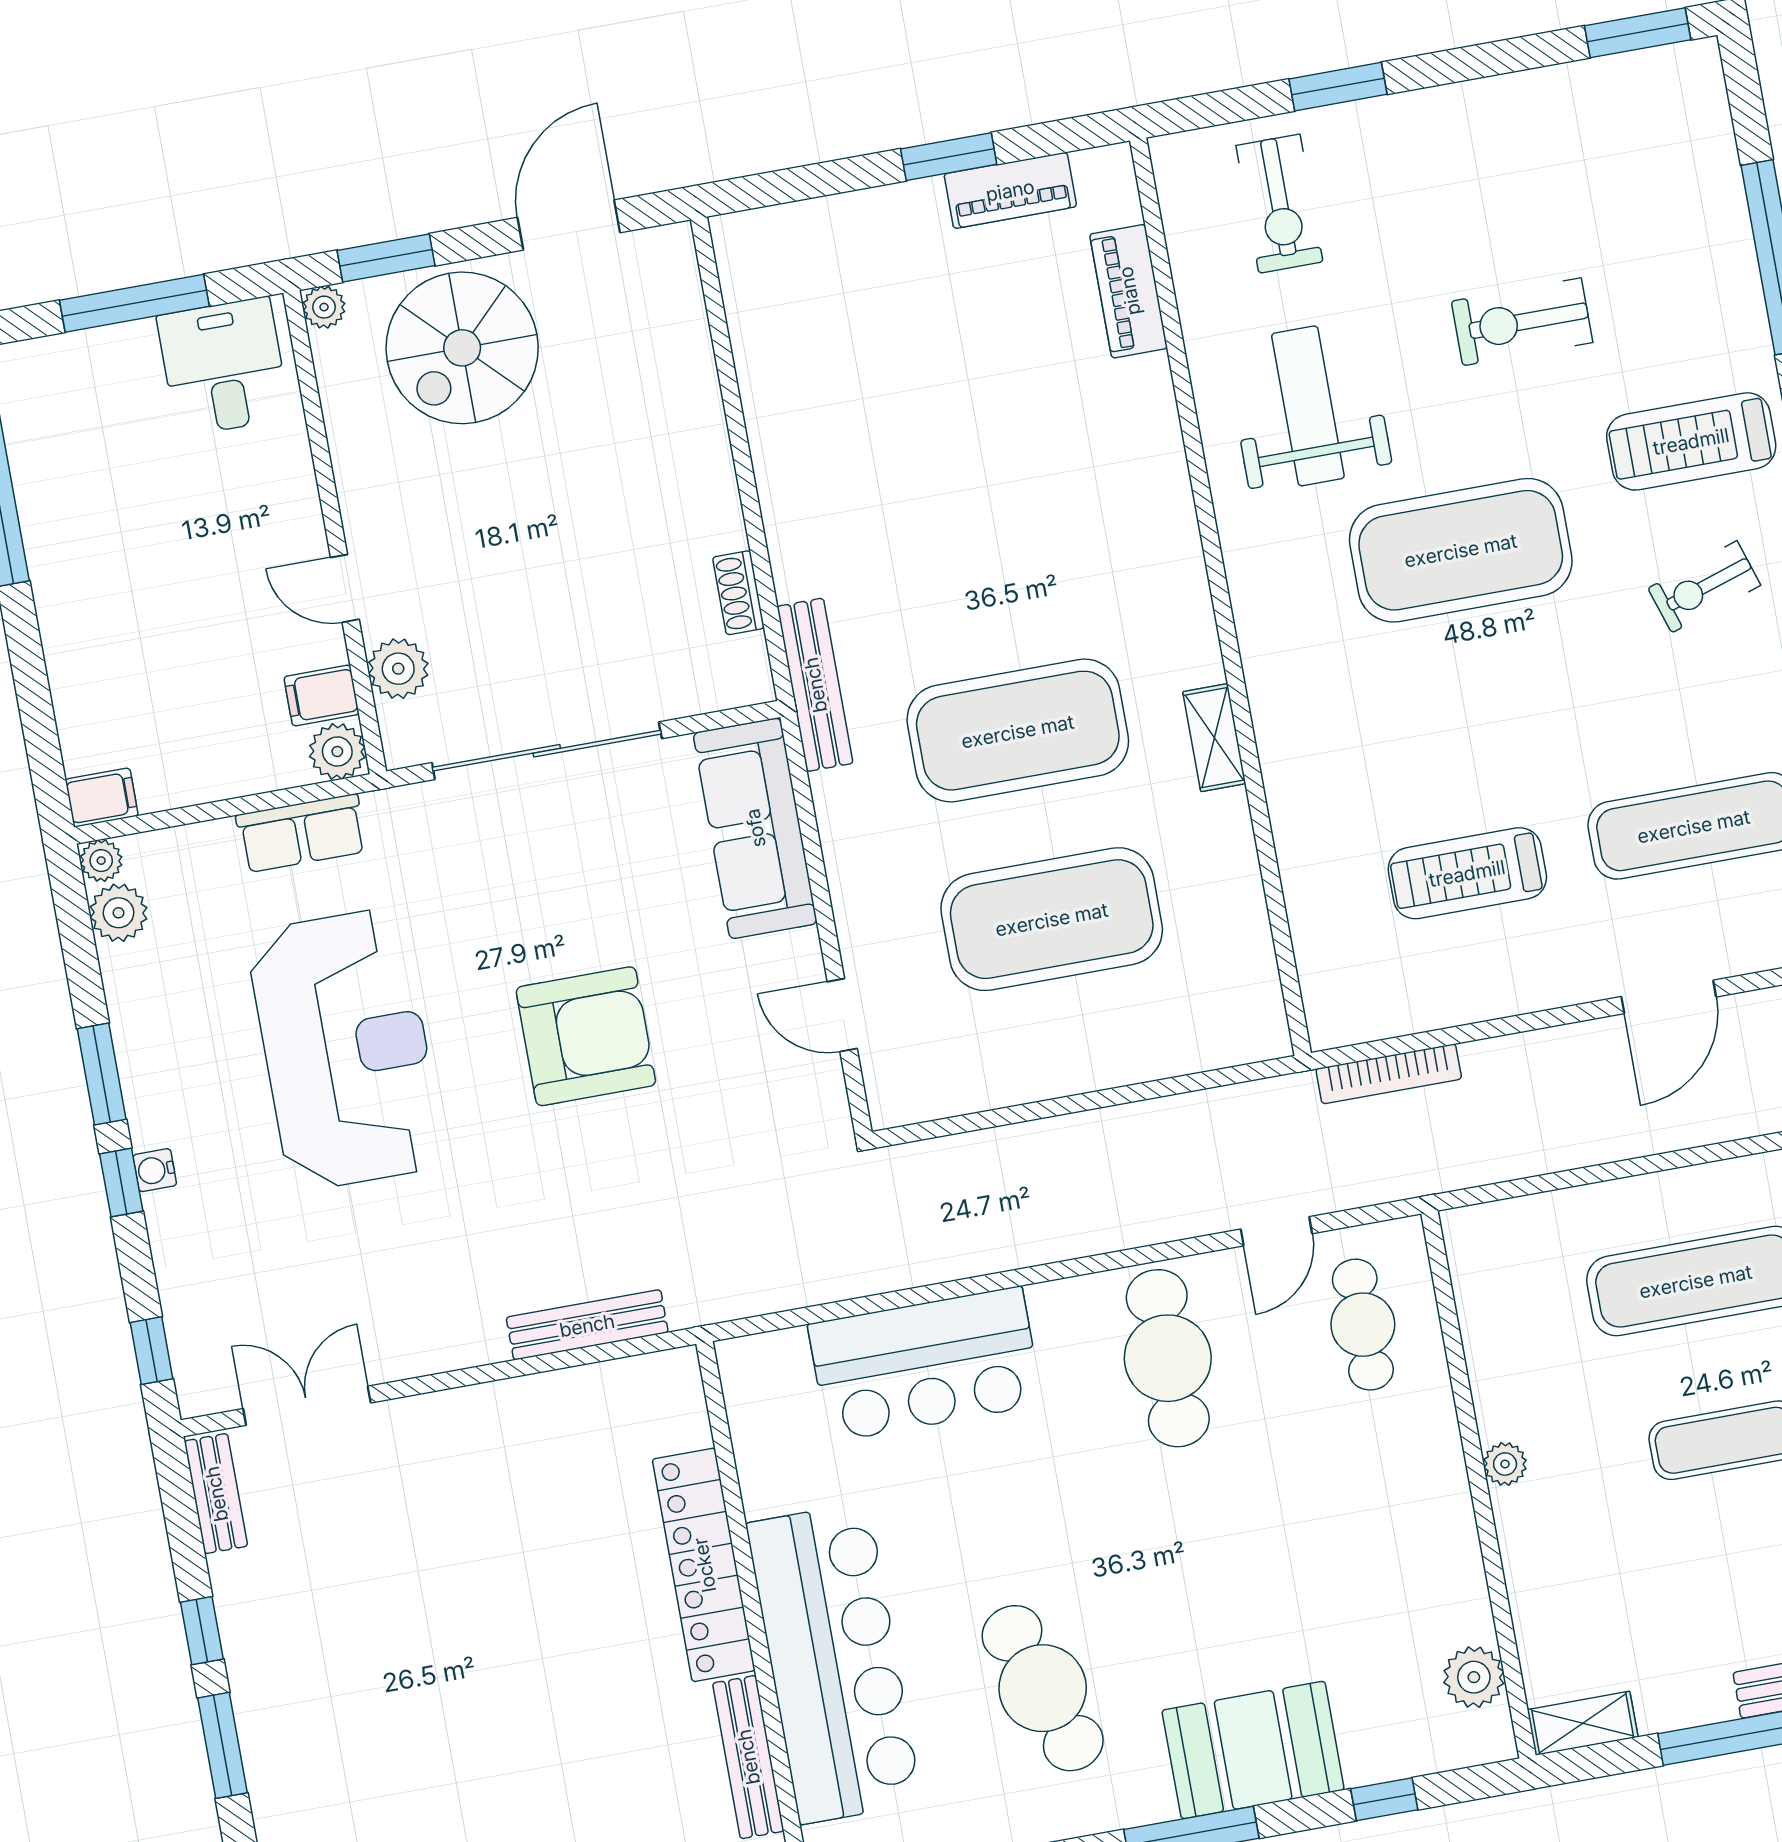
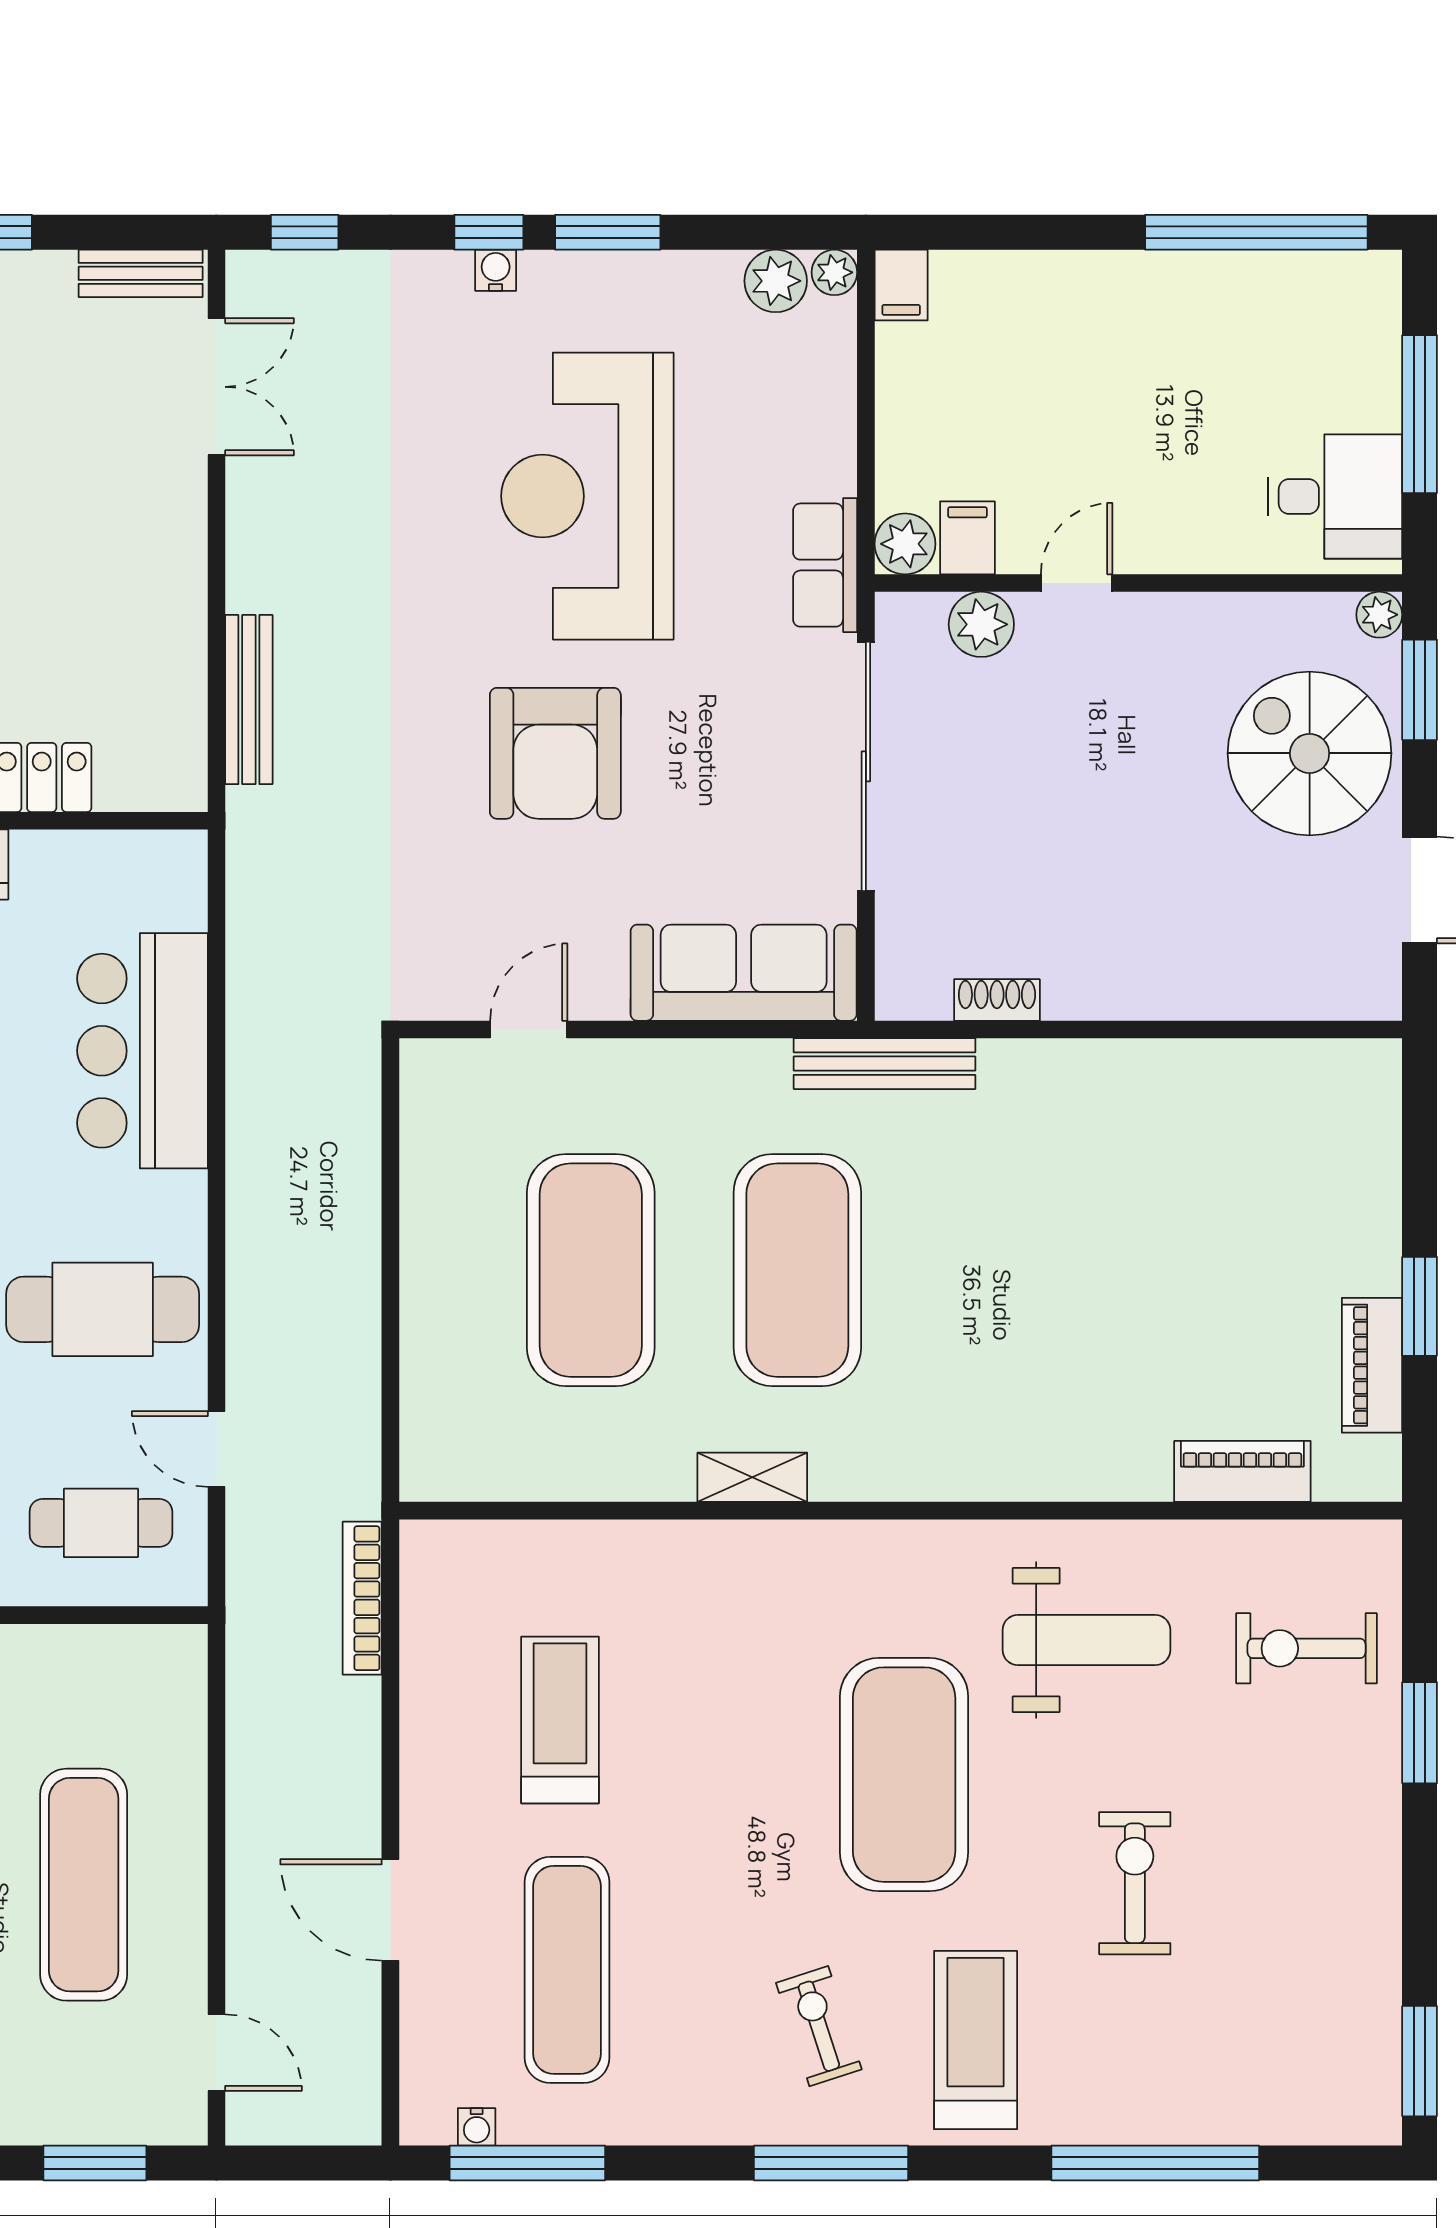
row of seats: (301, 833) -> (825, 565), moved
reception desk: (346, 1049) -> (587, 496), turned 90

